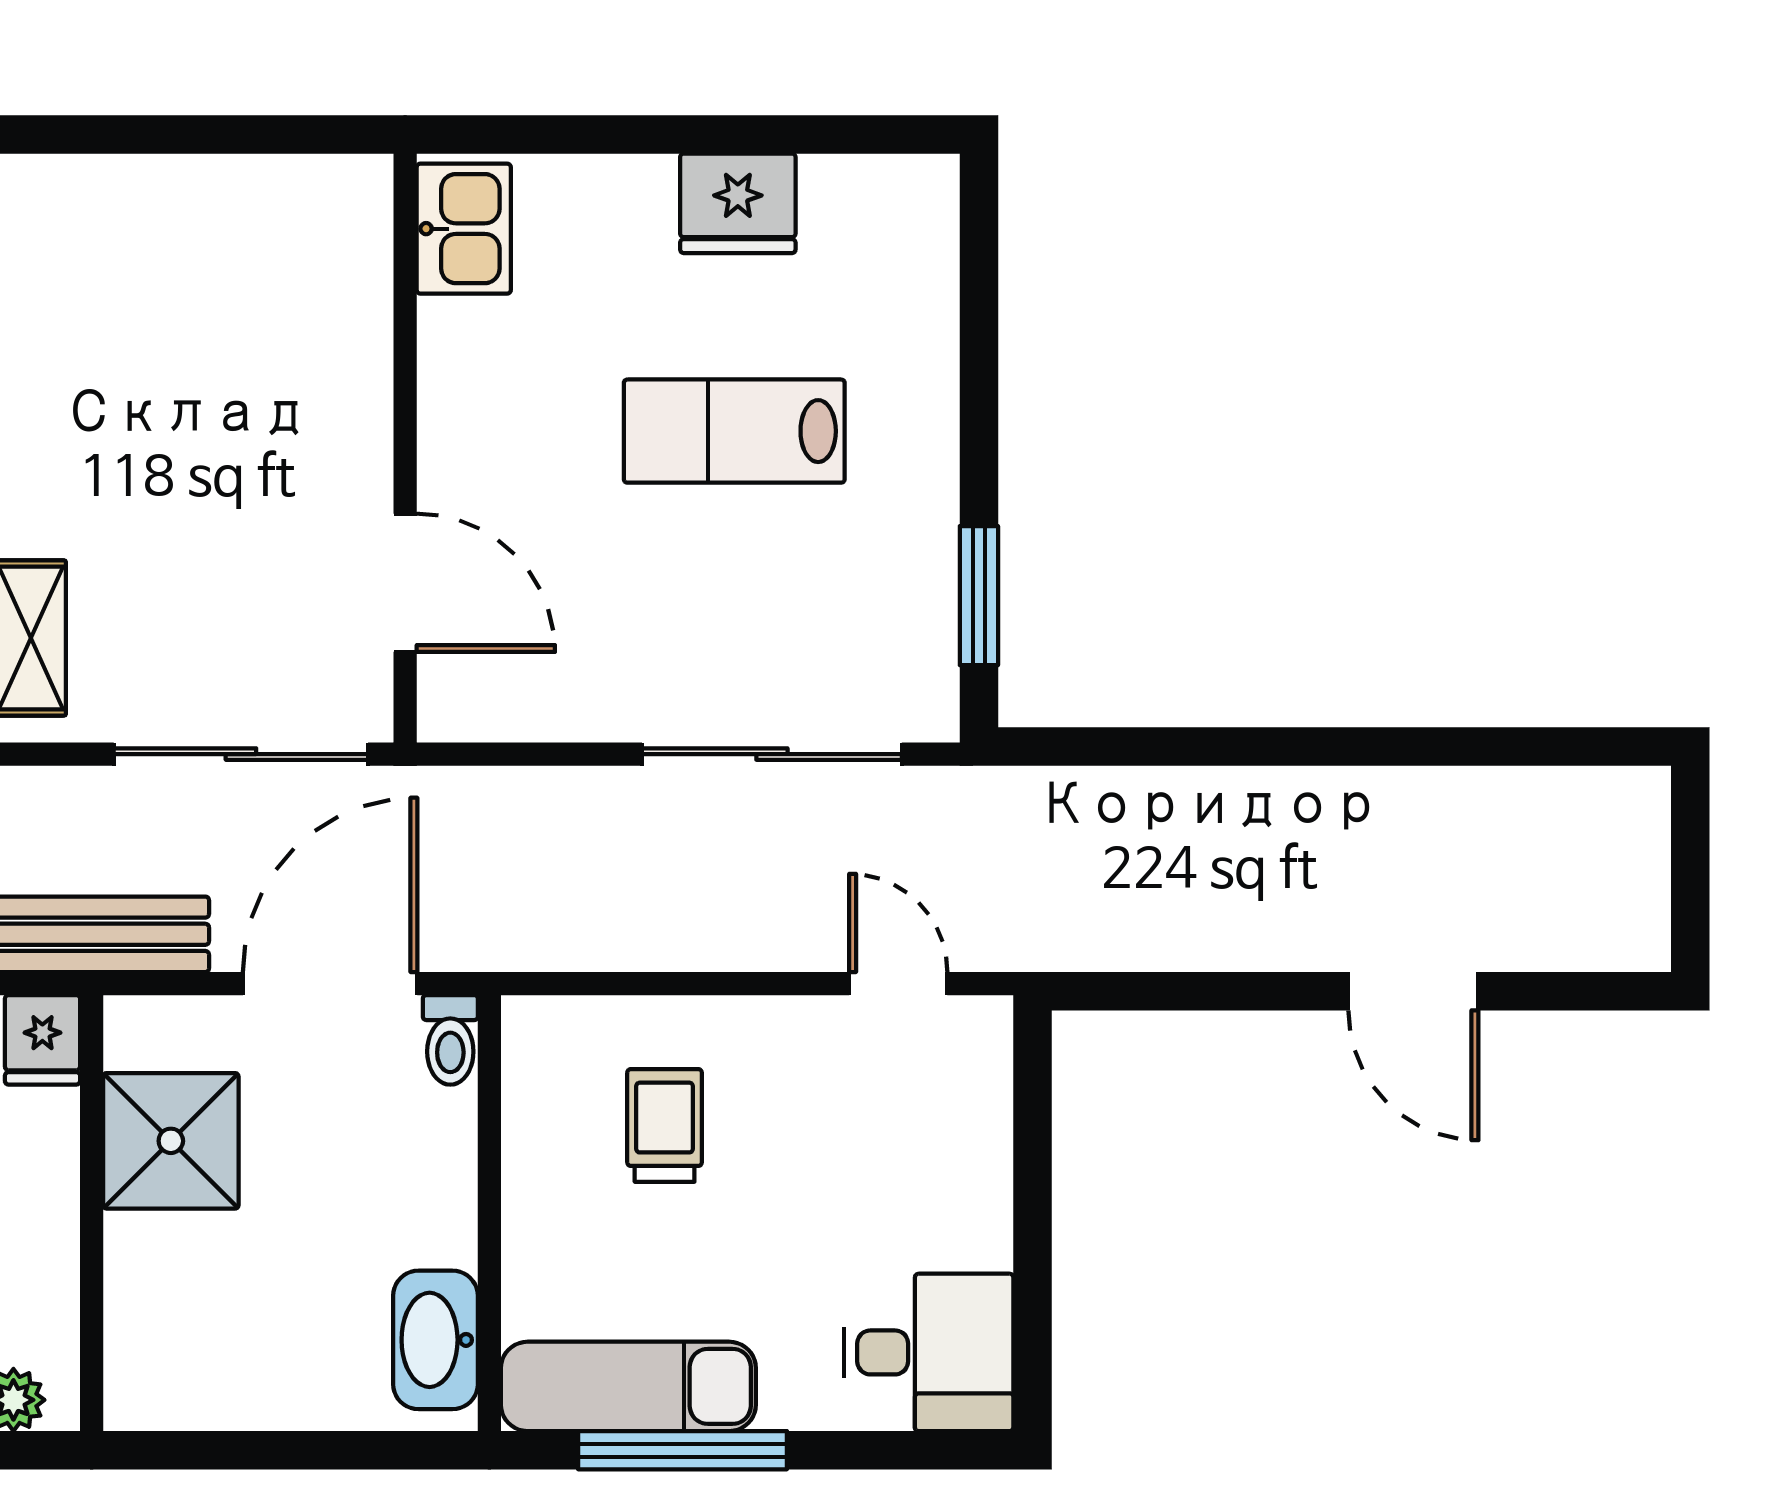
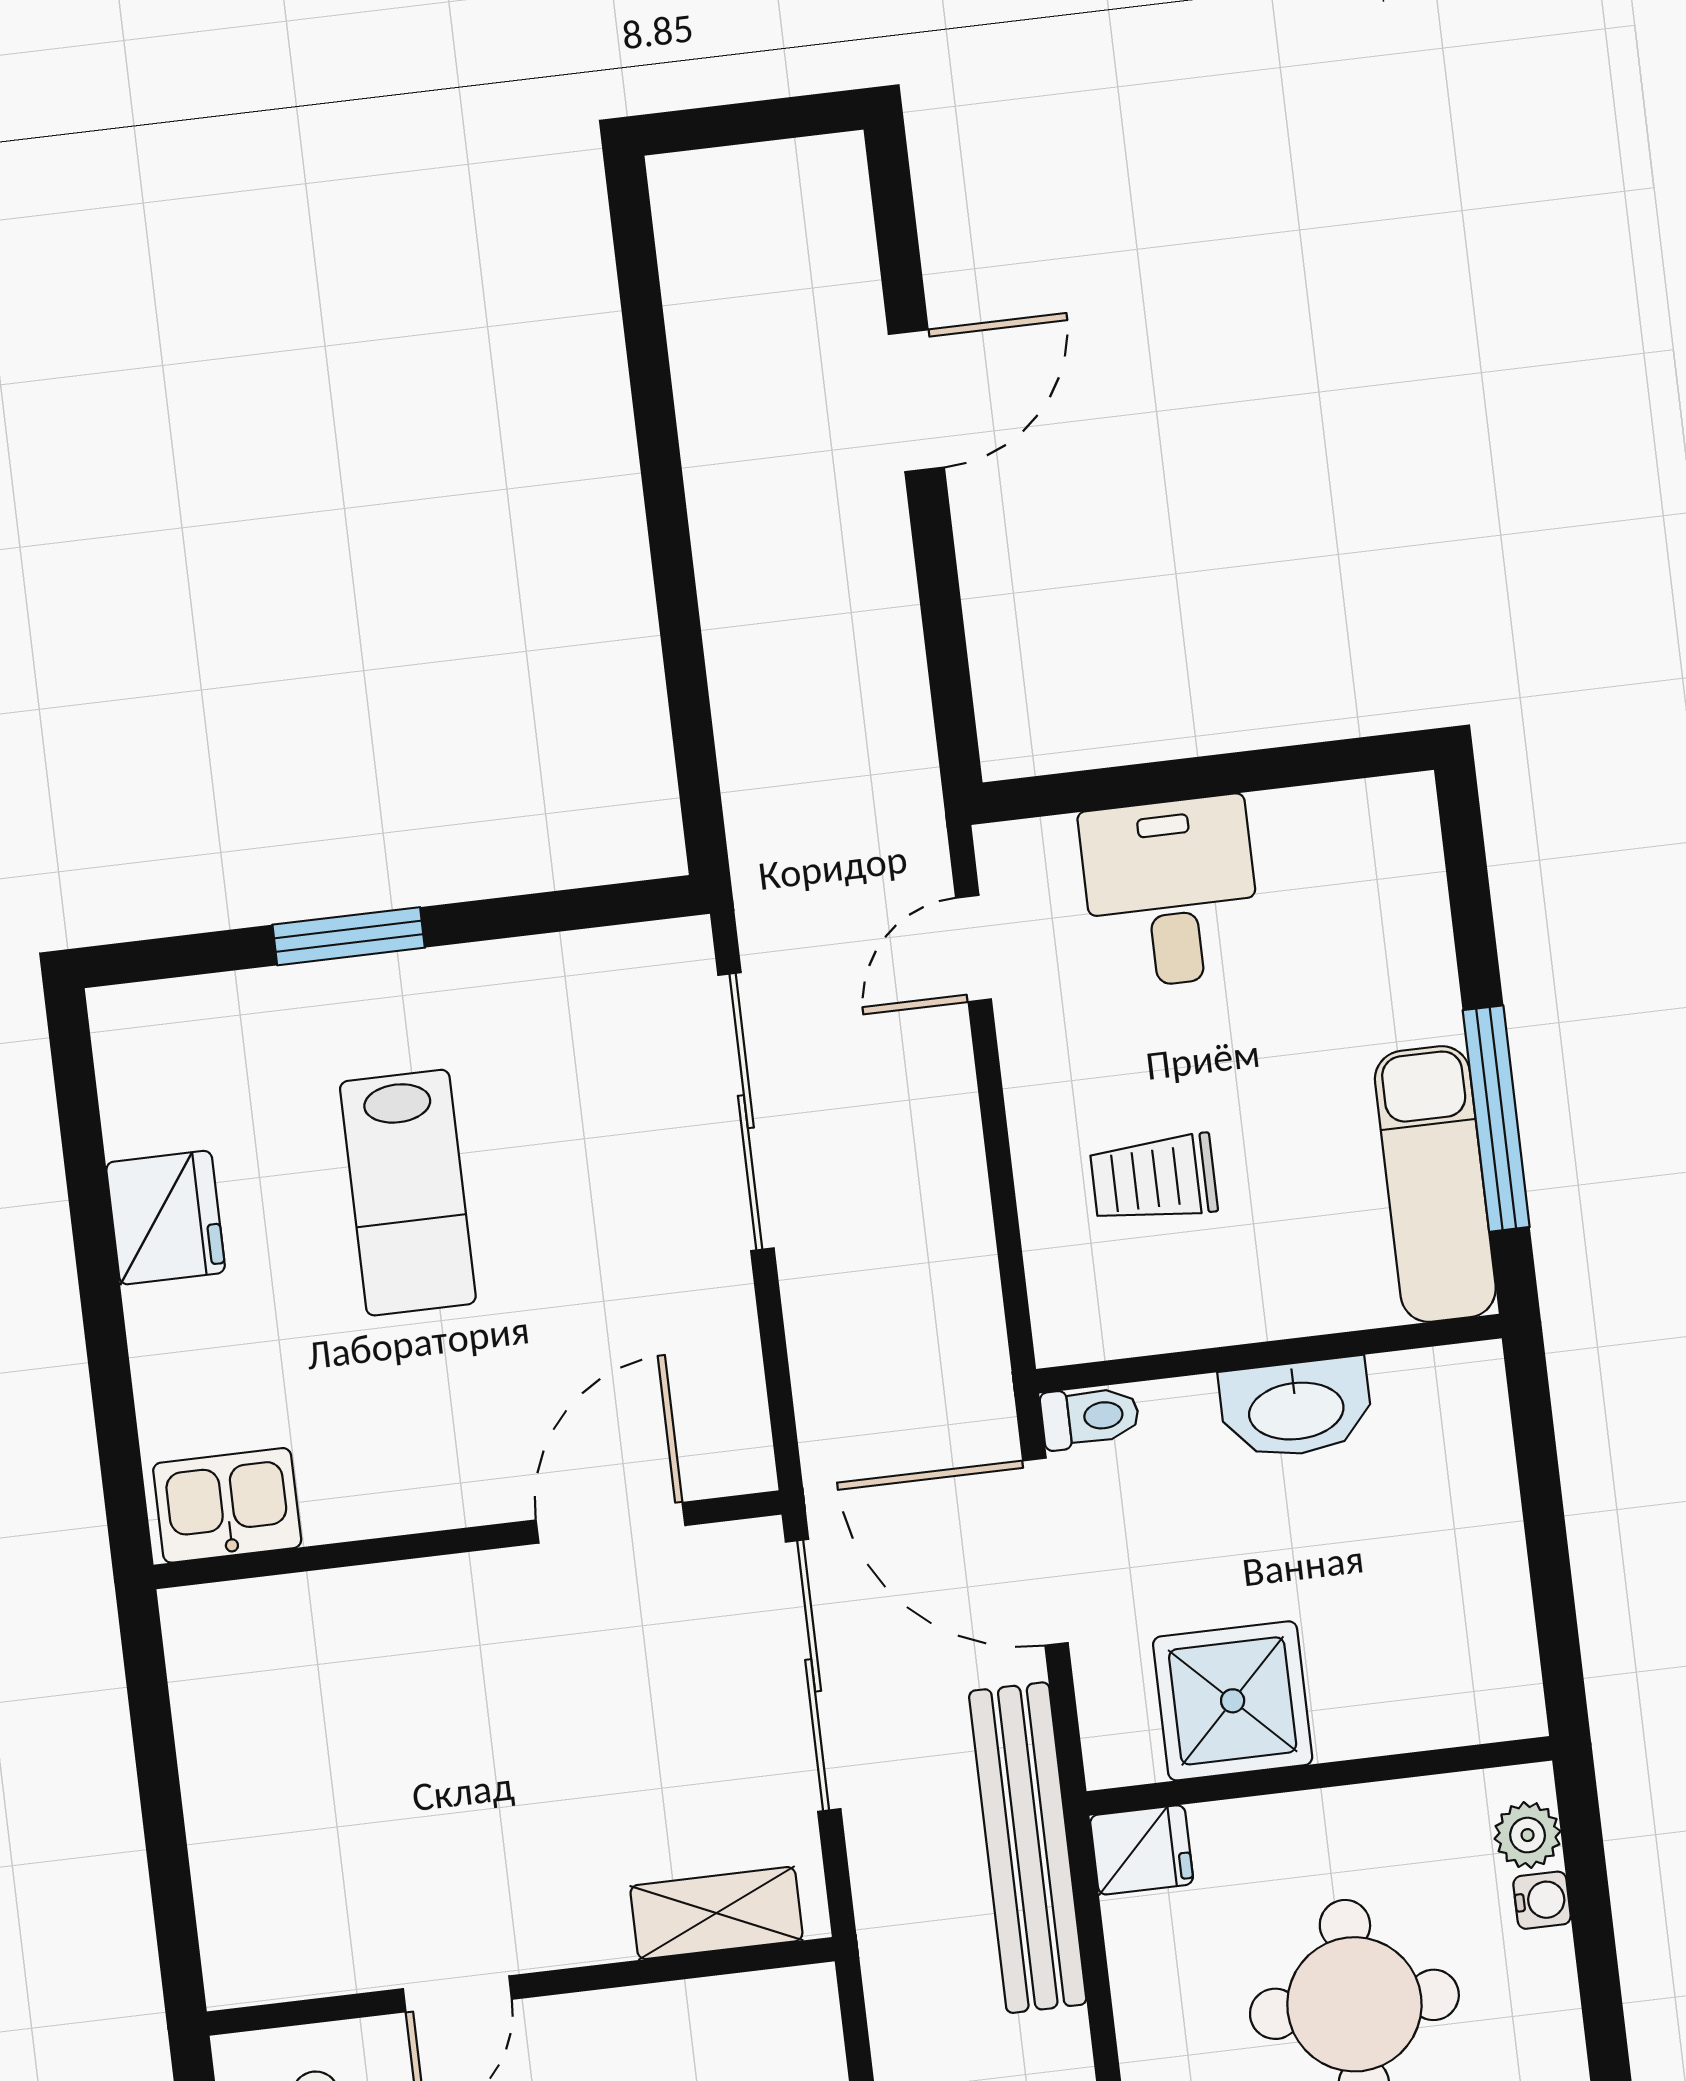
window: (979, 596) -> (349, 936), moved
washbasin: (435, 1340) -> (1296, 1408), moved
desk: (929, 1352) -> (1171, 892), moved

